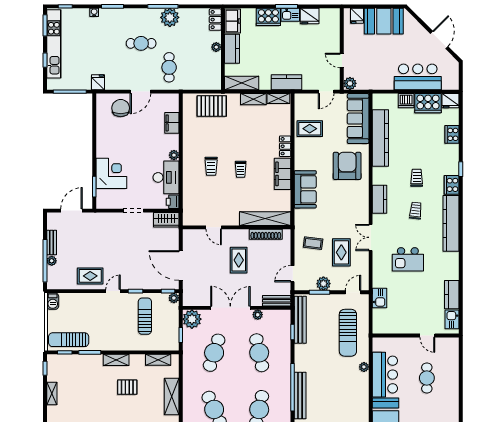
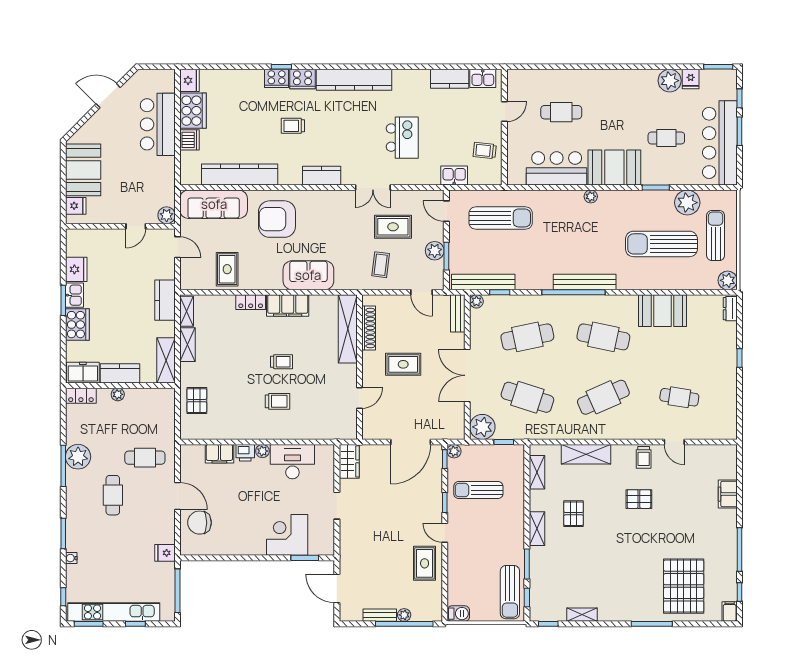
pallet: (212, 106) -> (197, 401), width x0.67, depth x0.71
cooker: (452, 134) -> (277, 78), moved
printer: (173, 202) -> (245, 453), moved
trolley: (416, 211) -> (485, 151), moved
plant: (258, 315) -> (476, 301), moved
plant: (364, 367) -> (591, 196), moved

